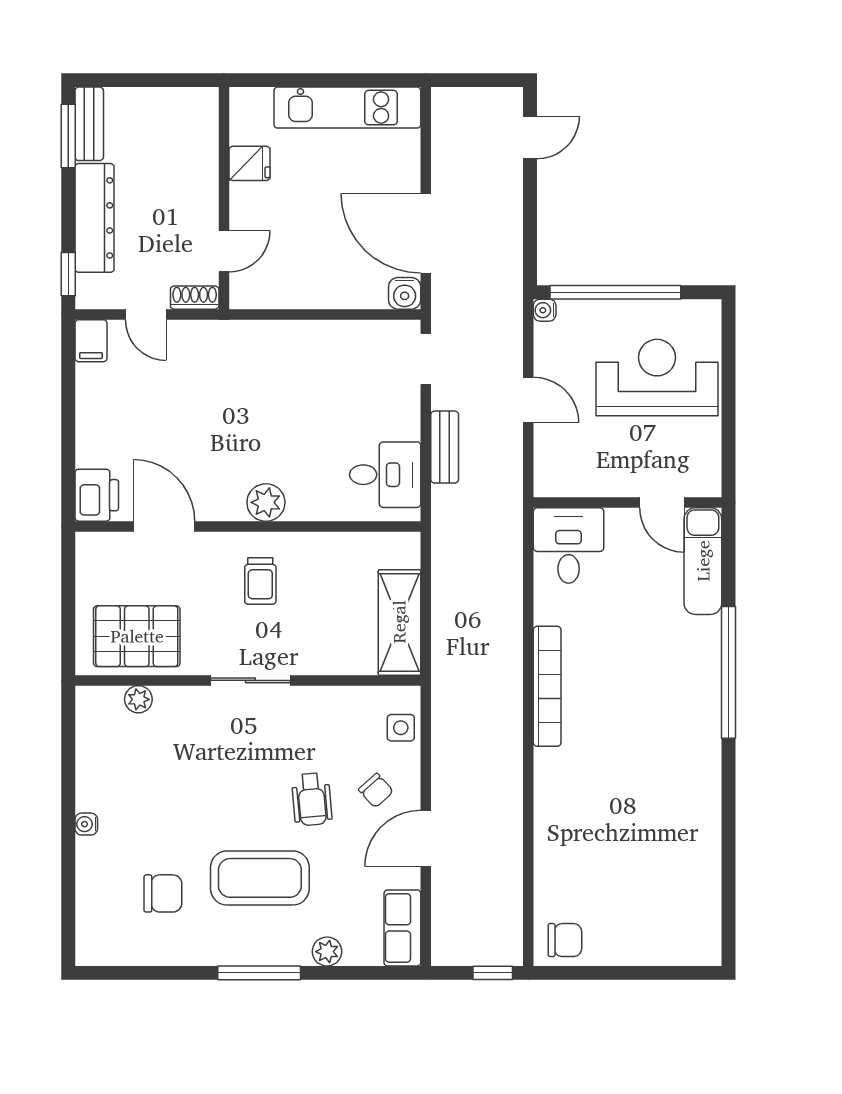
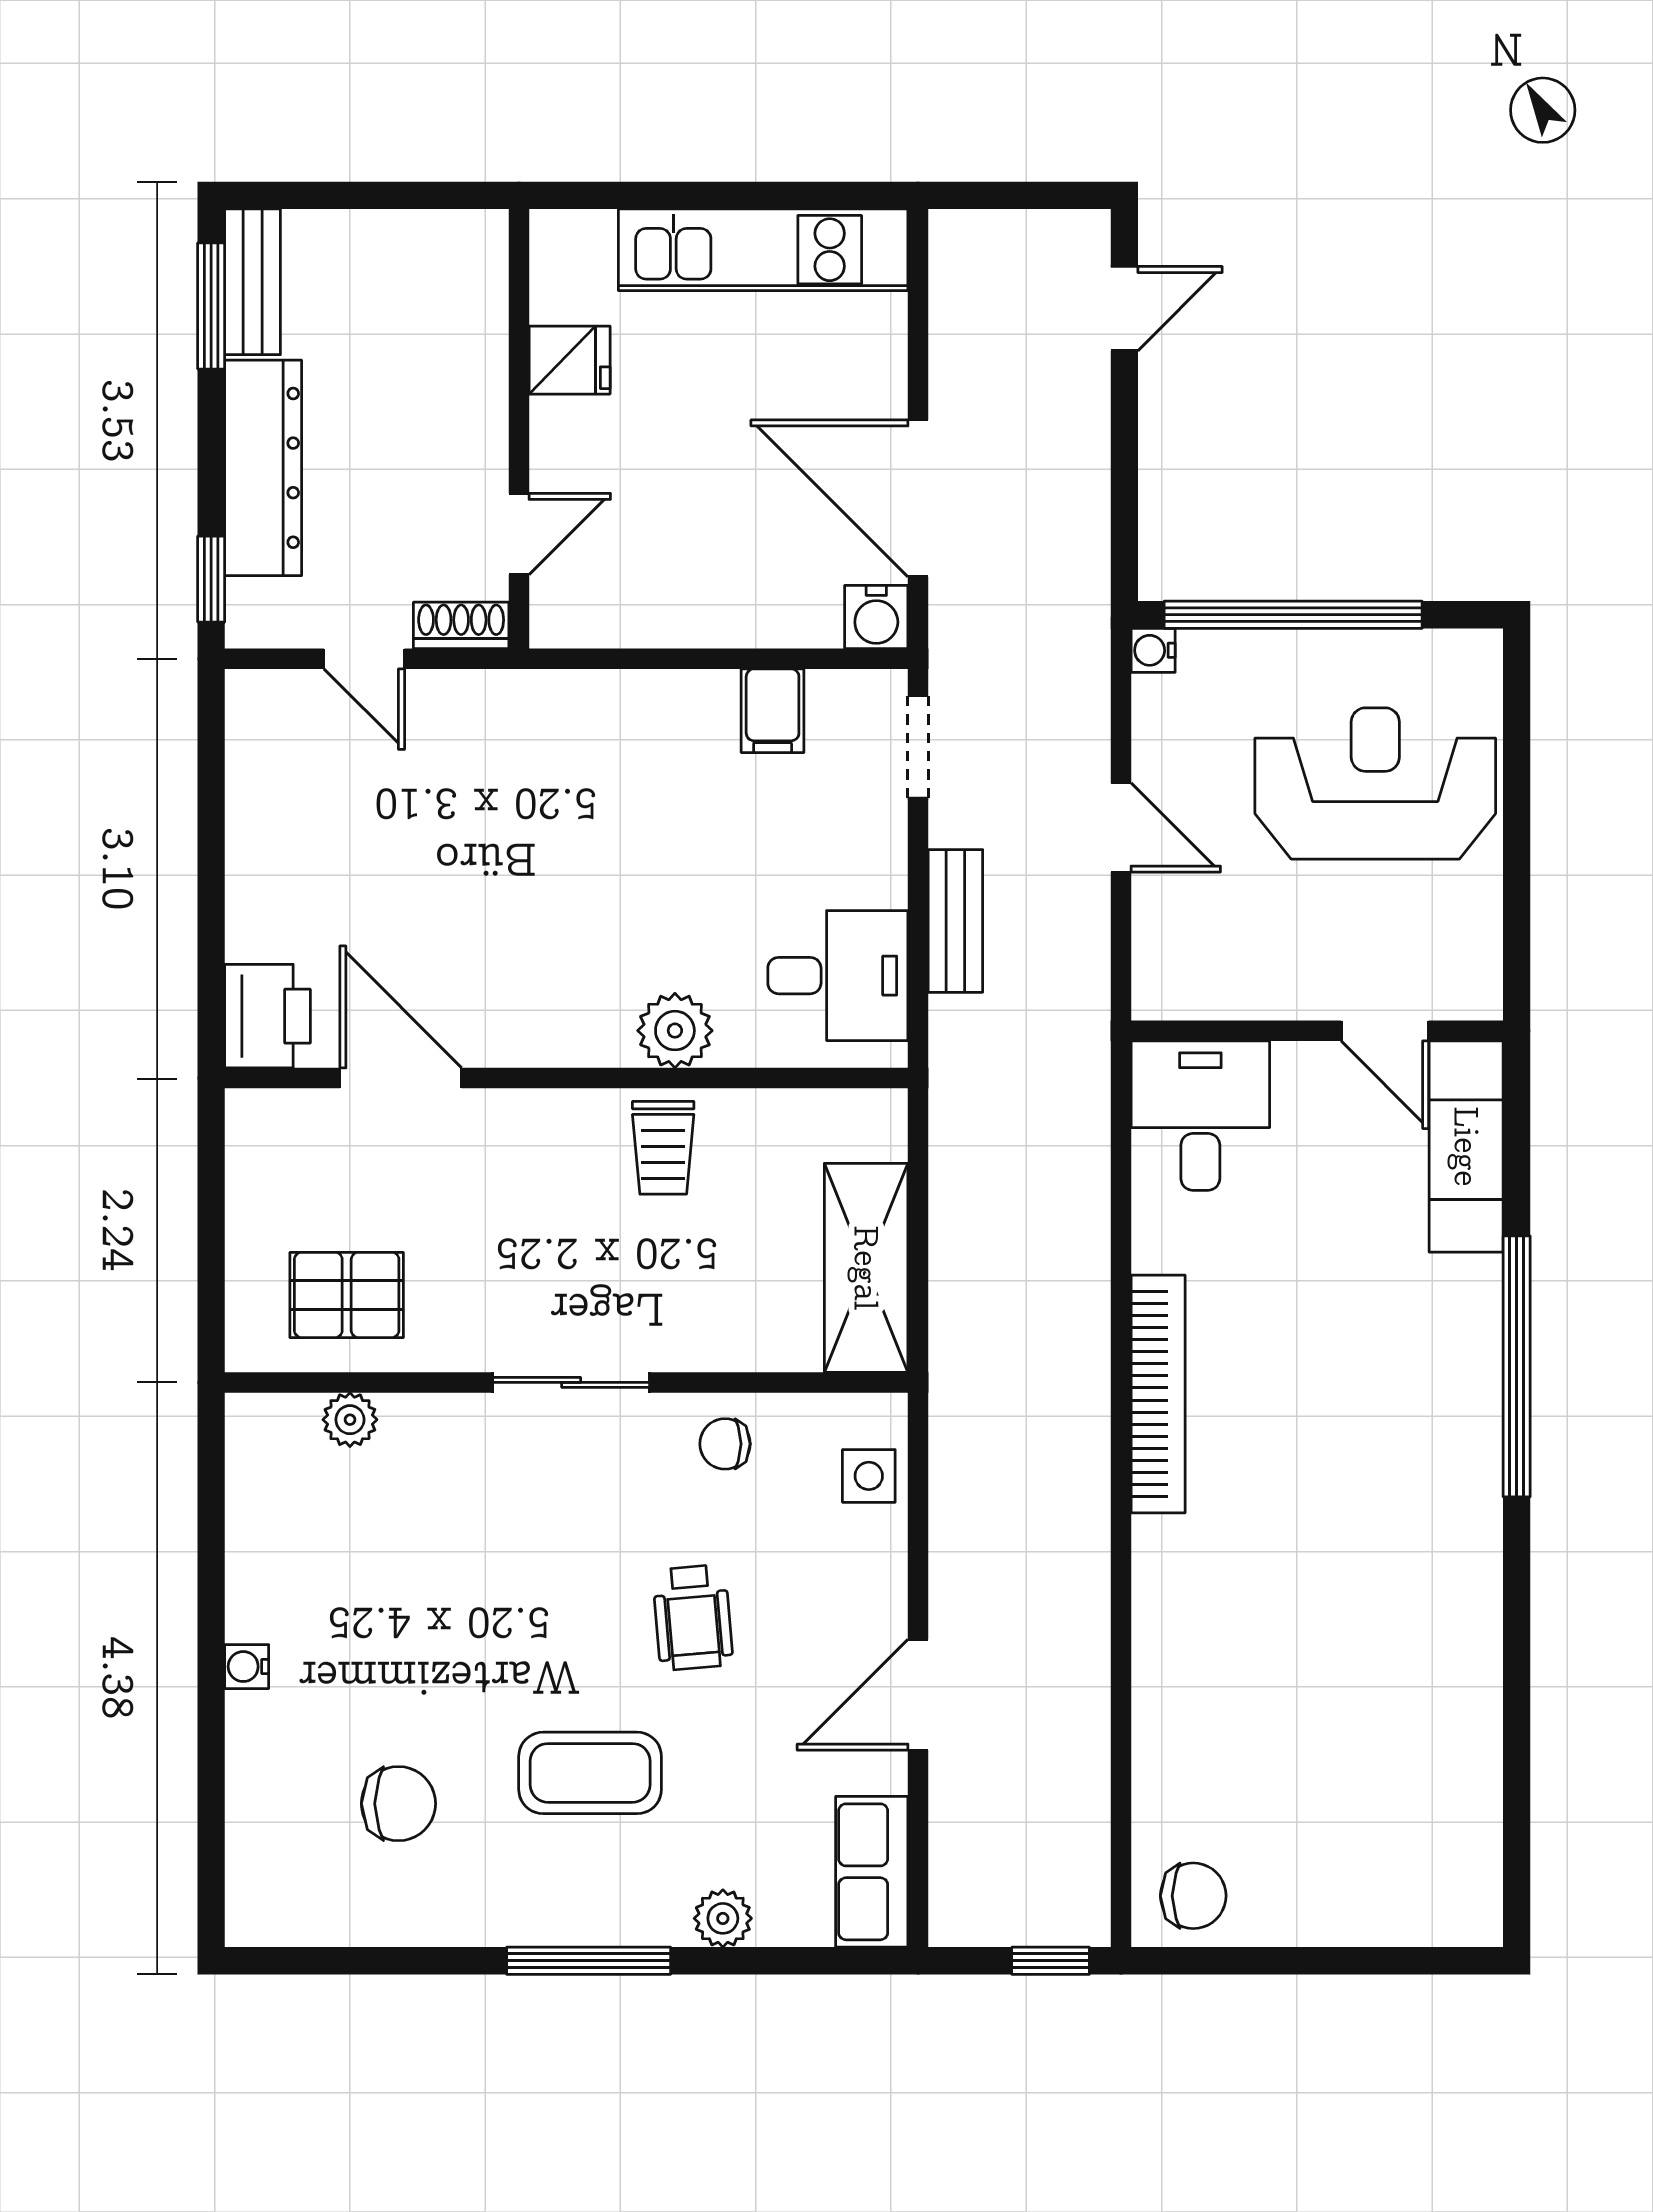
filing cabinet: (91, 341) -> (773, 711), moved
plant: (266, 502) -> (675, 1031), moved
trolley: (260, 581) -> (663, 1148), moved
pallet: (137, 636) -> (347, 1295), width x0.67, depth x0.71
chair: (376, 790) -> (725, 1444), moved, turned 132
coffee table: (260, 878) -> (590, 1773), width x0.73, depth x0.76

